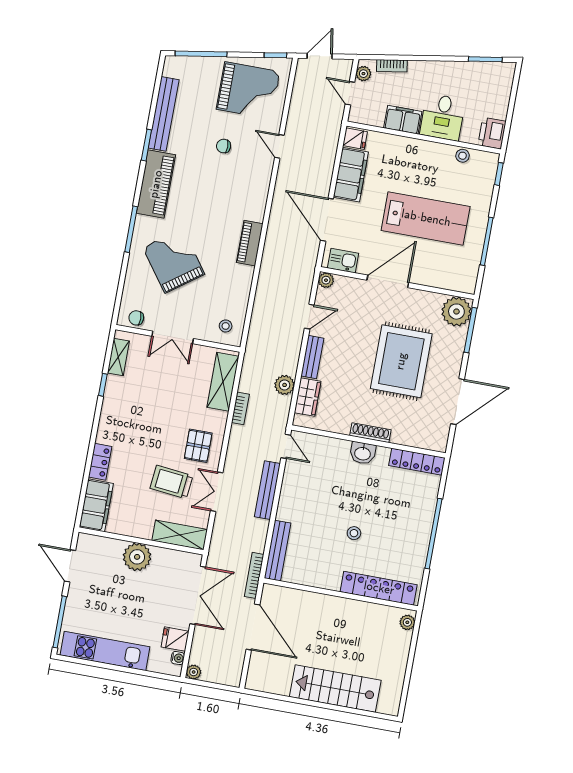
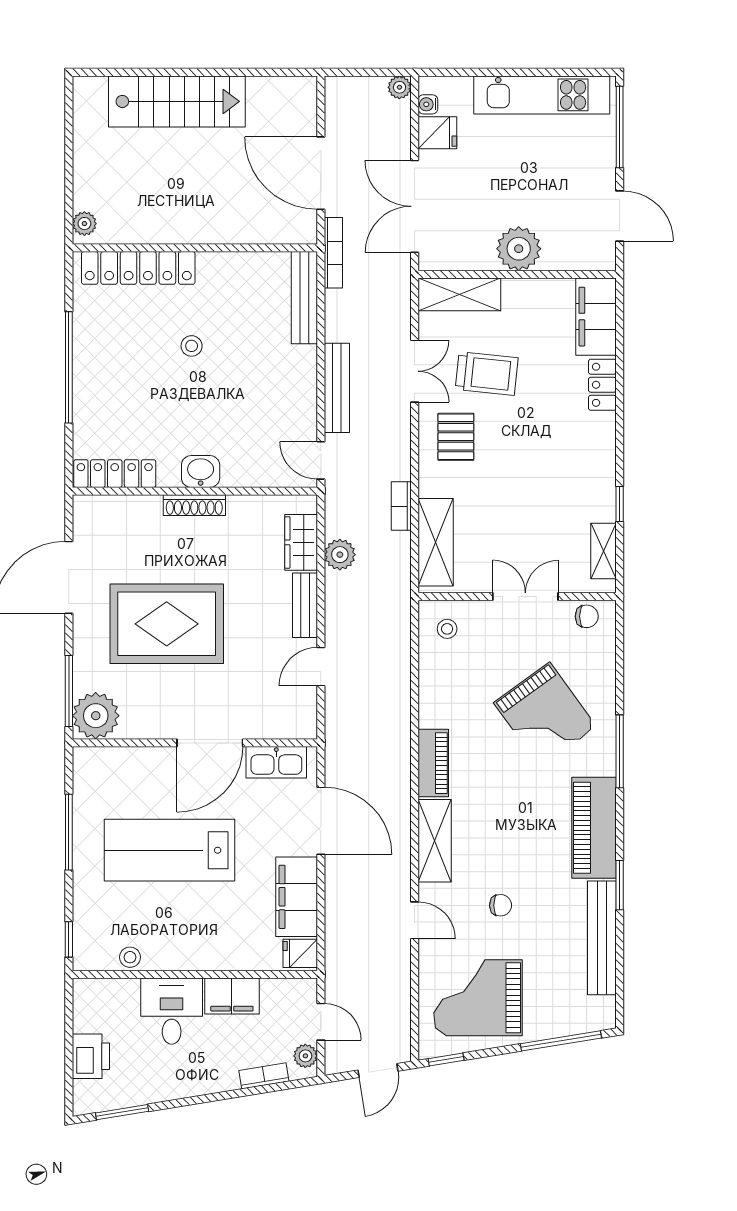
printer: (492, 133) -> (91, 1056), moved
shelving: (258, 194) -> (435, 841), added
kitchen sink: (343, 261) -> (276, 762), width x1.38
plant: (326, 280) -> (305, 727), removed
rug: (401, 361) -> (167, 624), turned 90

